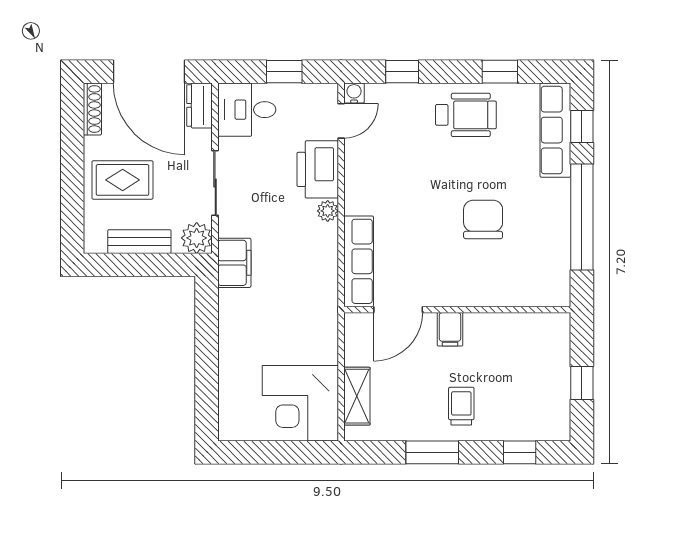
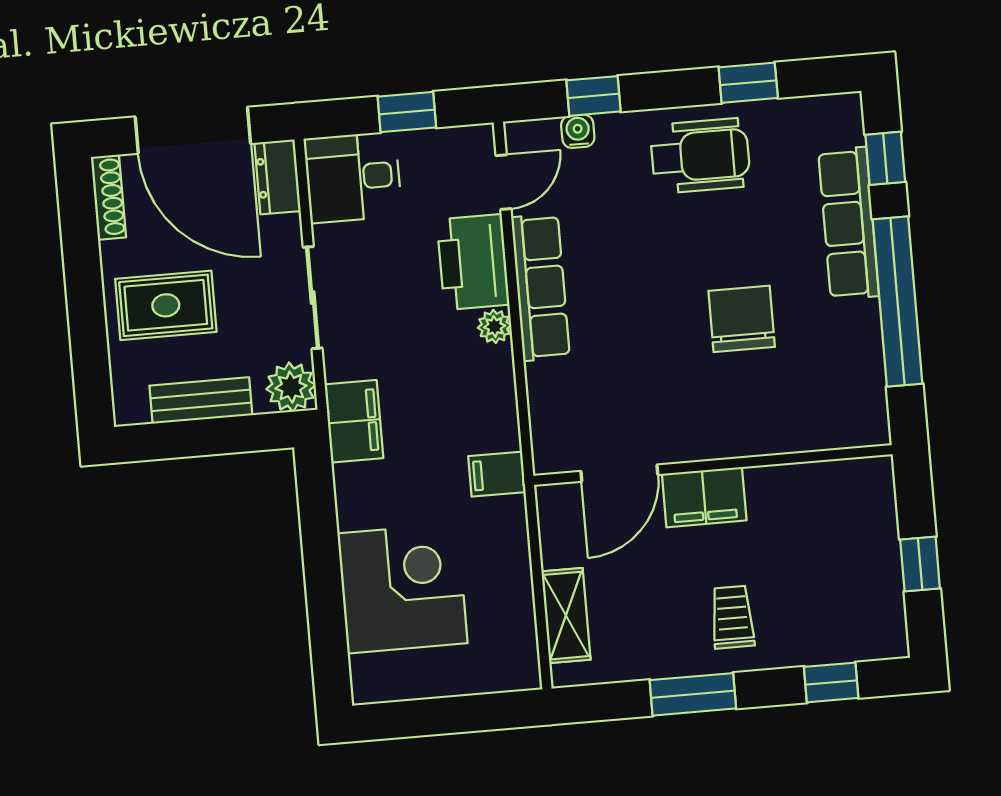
water cooler: (354, 93) -> (578, 131), moved
row of seats: (555, 130) -> (849, 223), moved
row of seats: (359, 261) -> (540, 287), moved
filing cabinet: (321, 304) -> (497, 474), added
filing cabinet: (450, 329) -> (704, 497), width x2.00
corner desk: (300, 403) -> (403, 588), moved, turned 180

